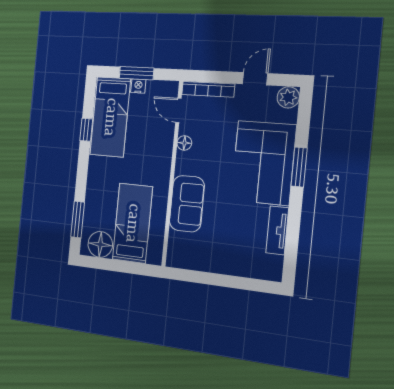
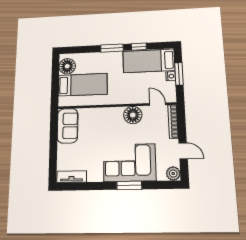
door: (178, 110) -> (158, 104), hinge flipped
floor lamp: (184, 143) -> (133, 115), width x1.89, depth x1.89
sofa: (187, 204) -> (68, 126), moved, turned -90
window: (78, 220) -> (112, 48), moved
tv unit: (277, 230) -> (72, 177), moved

